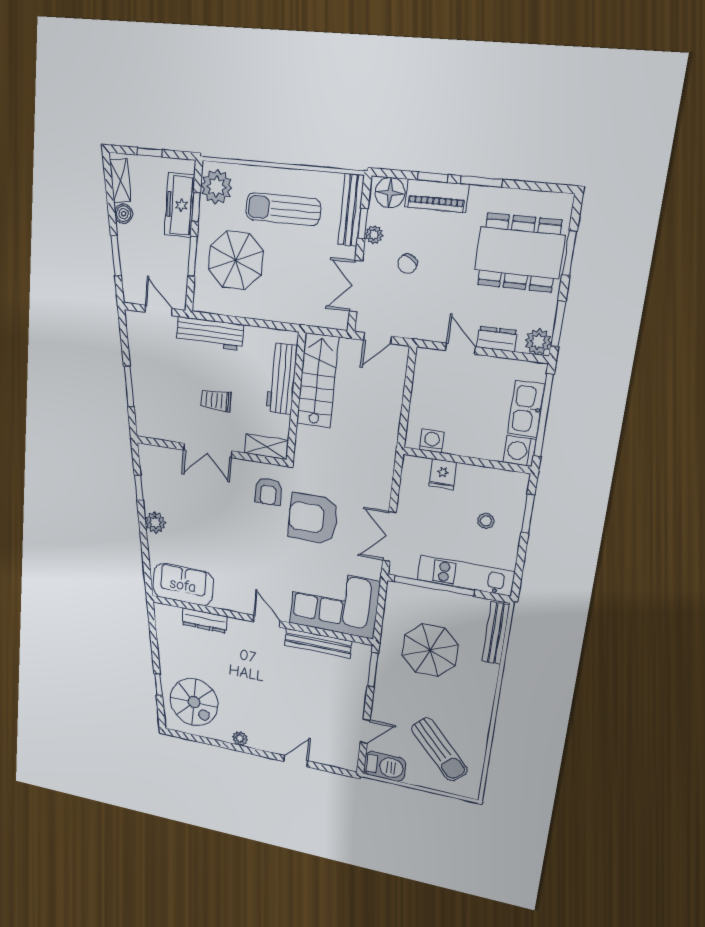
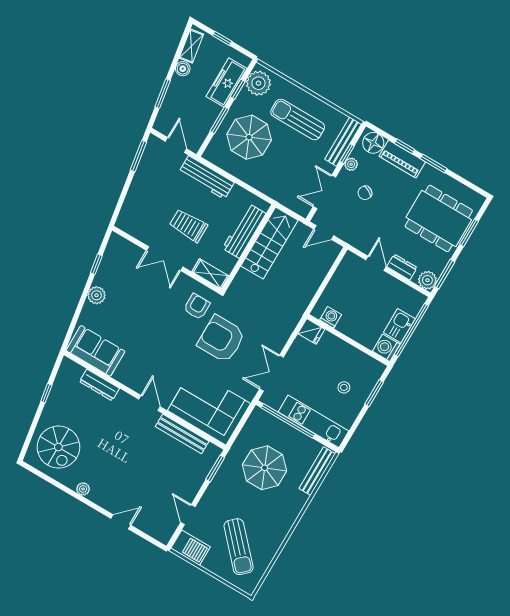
window: (129, 386) -> (138, 156), moved
trolley: (216, 400) -> (188, 226), width x1.36, depth x1.39
kitchen sink: (526, 409) -> (399, 326), width x0.73
fridge: (443, 474) -> (311, 331), moved, turned -90
armchair: (268, 491) -> (197, 307), turned 180
window: (158, 685) -> (46, 393), moved
door: (365, 731) -> (188, 515), swing flipped

